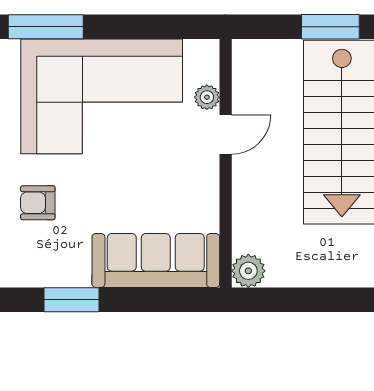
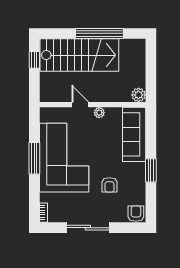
window: (46, 27) -> (34, 158), moved
window: (330, 27) -> (34, 60), width x0.67
plant: (207, 97) -> (99, 113), moved

